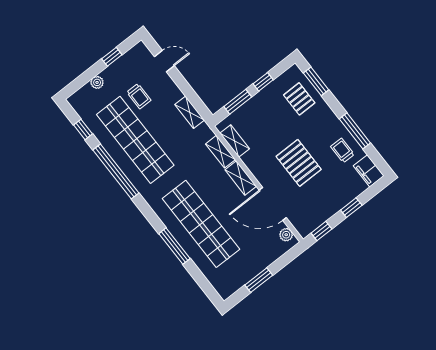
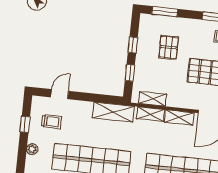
trolley: (139, 96) -> (51, 122), moved
pallet: (299, 99) -> (169, 47), moved, turned 90
window: (238, 102) -> (130, 73), width x0.67
shelving: (190, 112) -> (113, 112), width x1.50, depth x1.33

